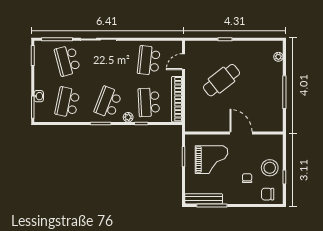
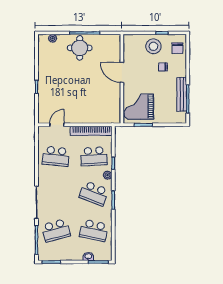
door: (183, 62) -> (57, 125), swing flipped
cafe table: (221, 80) -> (74, 90), removed
round table: (268, 87) -> (80, 48), added
door: (241, 133) -> (122, 72), hinge flipped
grand piano: (212, 160) -> (139, 107), moved, turned -90
bench: (204, 199) -> (182, 94), moved

